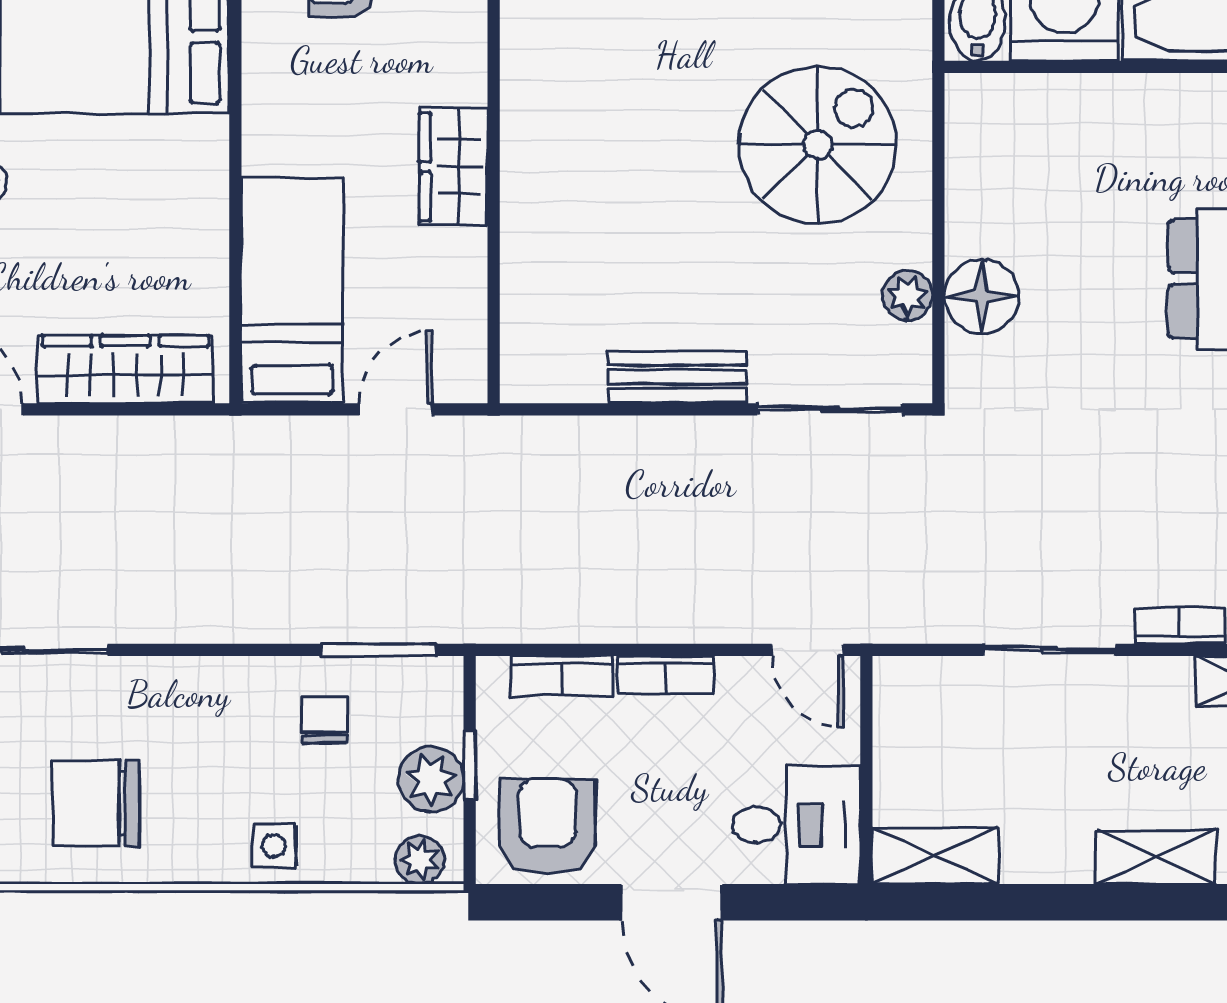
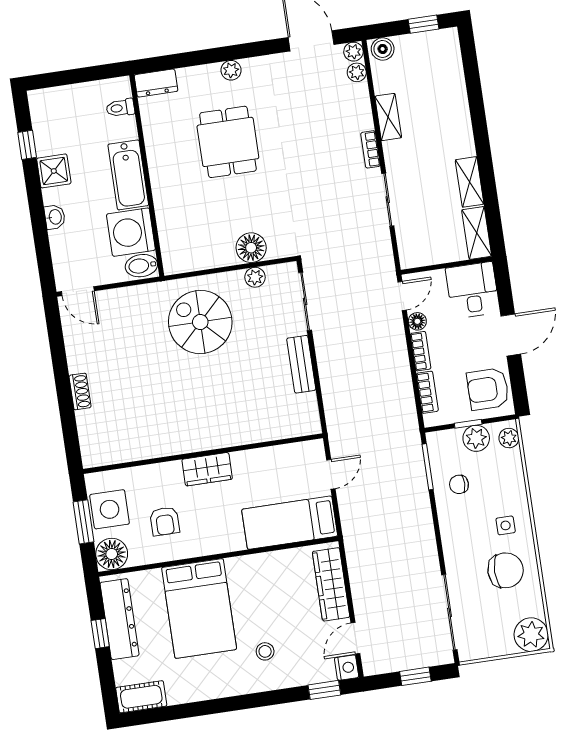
wardrobe: (454, 167) -> (207, 469), moved
door: (396, 409) -> (331, 474), swing flipped
floor lamp: (740, 678) -> (417, 321), added
chair: (96, 803) -> (506, 570), turned -90
side table: (274, 846) -> (506, 525), moved
shelving: (1156, 857) -> (470, 182), moved

